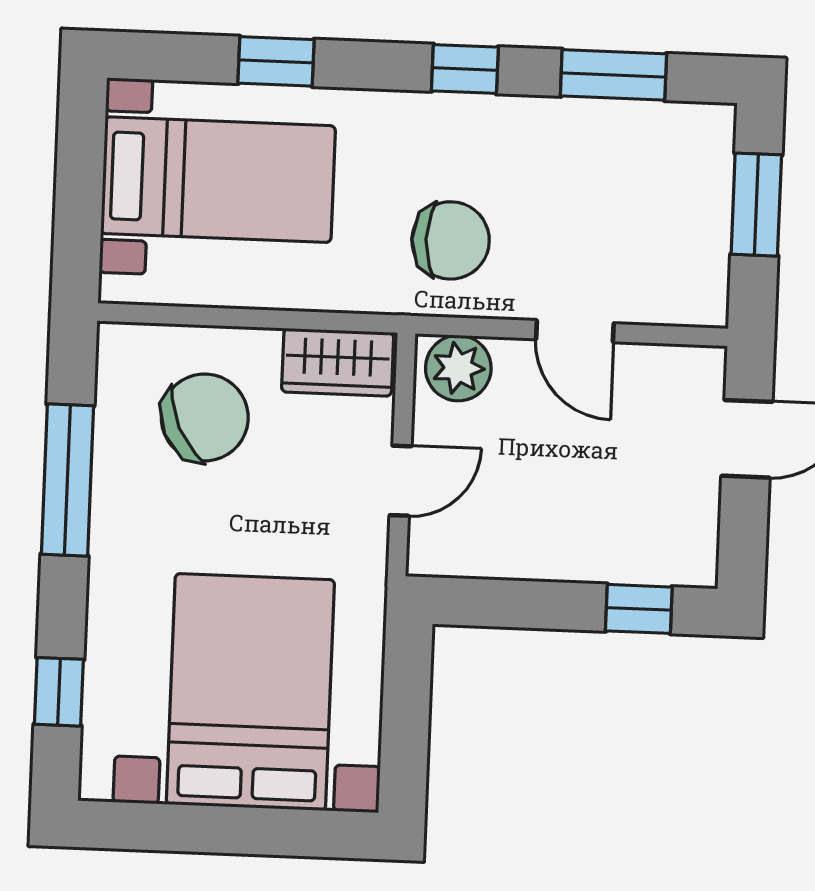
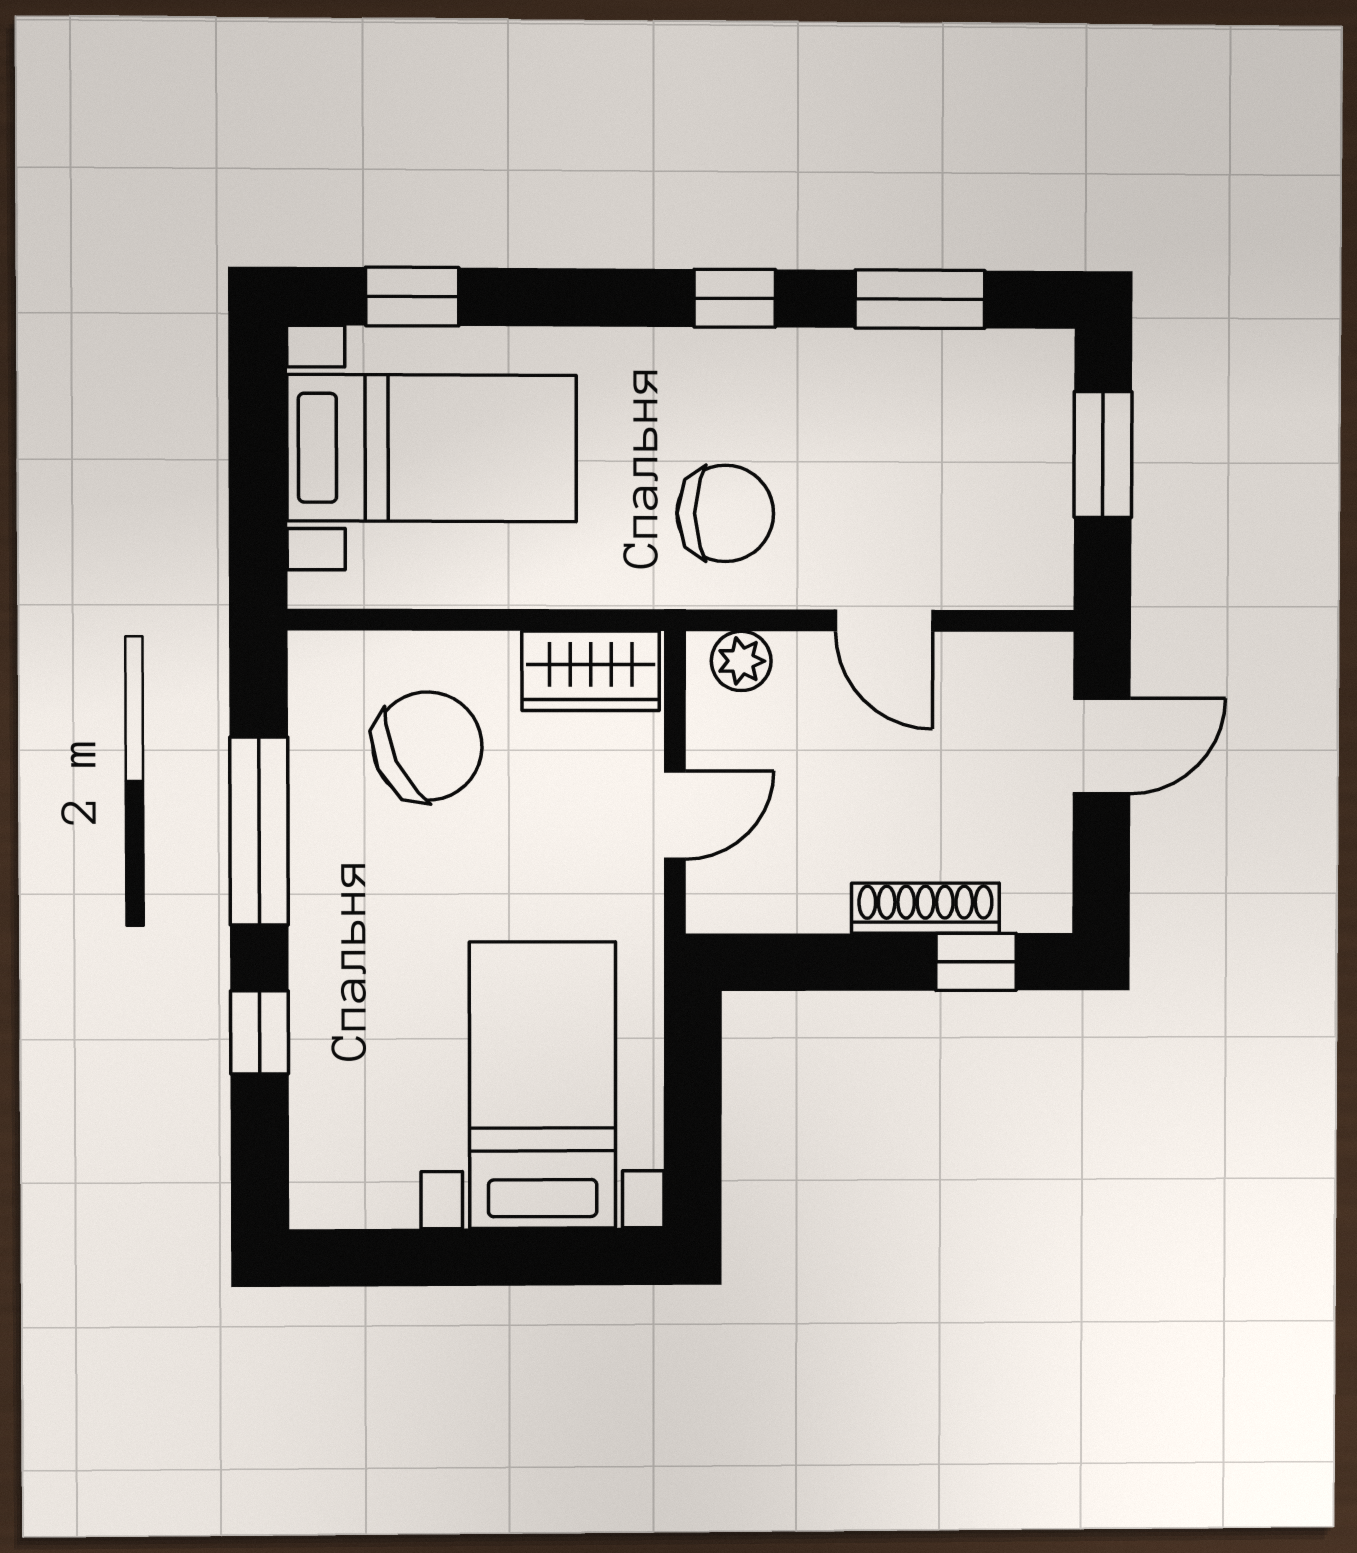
window: (276, 61) -> (412, 297), moved
plant: (458, 368) -> (741, 661), width x0.73, depth x0.73
shoe rack: (600, 564) -> (925, 908), added
window: (59, 692) -> (260, 1032), moved
bed with nightstands: (250, 692) -> (543, 1085), width x0.73

